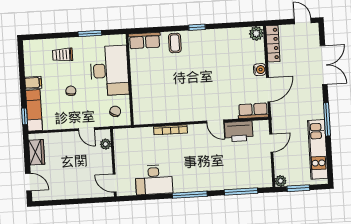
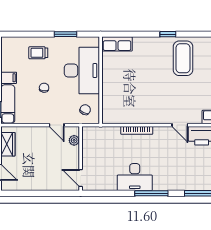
coffee table: (175, 43) -> (183, 58), moved, width x1.86, depth x1.72
desk: (154, 180) -> (135, 177), moved

